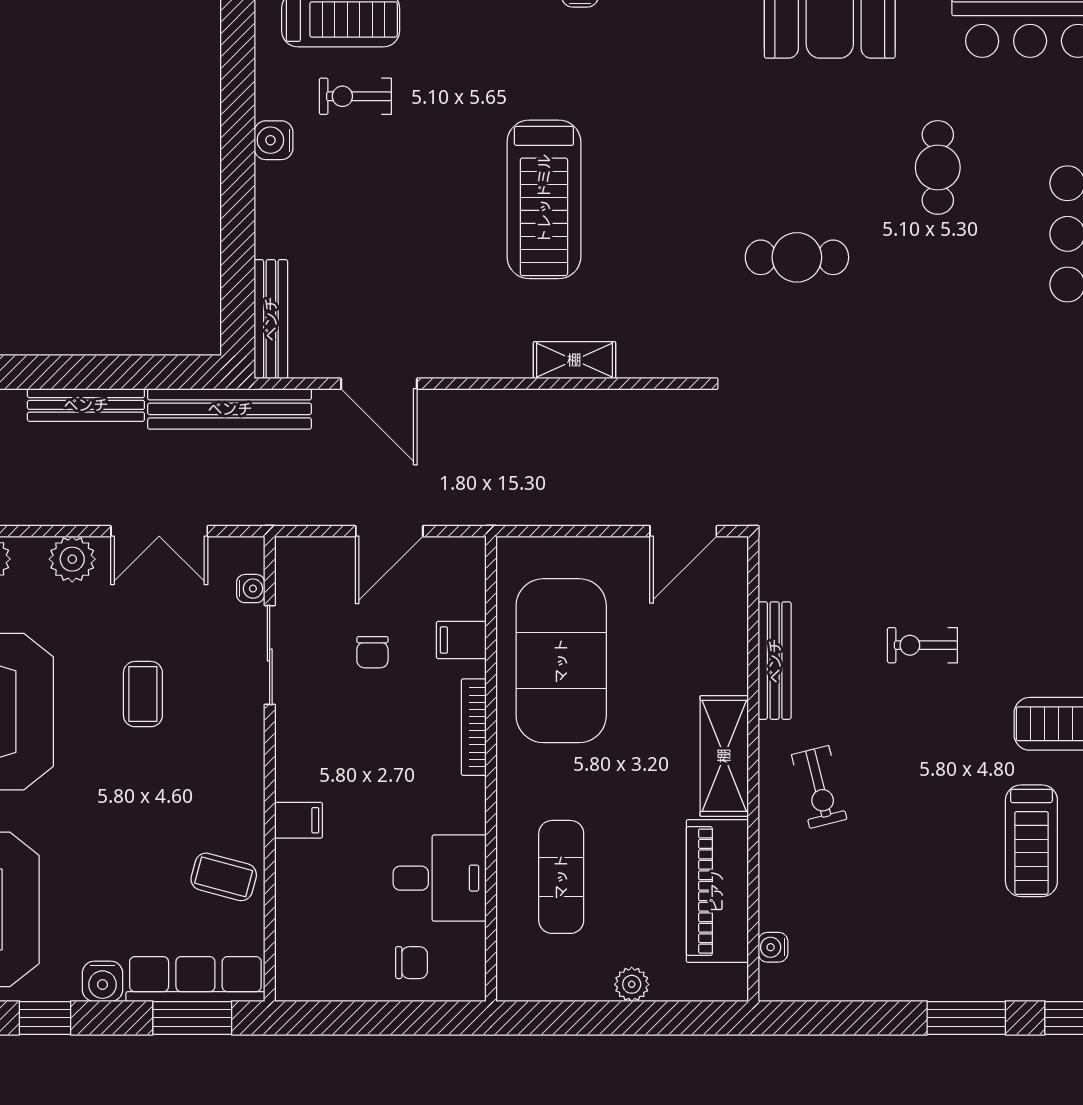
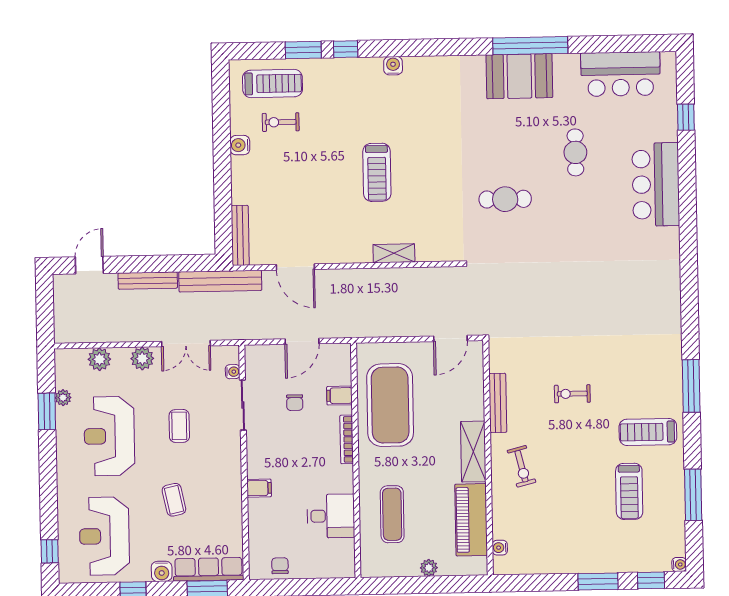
treadmill: (544, 199) -> (377, 172), width x0.73, depth x0.73
coffee table: (224, 877) -> (174, 500), moved, turned 63
chair: (412, 963) -> (280, 566), moved, turned -90

